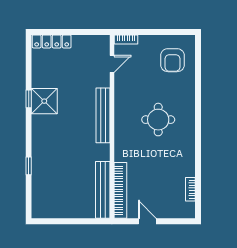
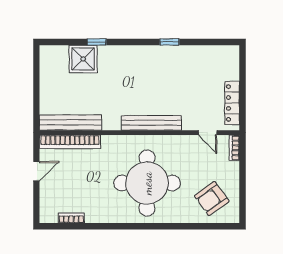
locker: (52, 41) -> (232, 103), moved
armchair: (172, 60) -> (212, 199), turned -36
shower: (44, 101) -> (83, 59), moved
round table: (158, 120) -> (147, 183), width x1.86, depth x1.86

